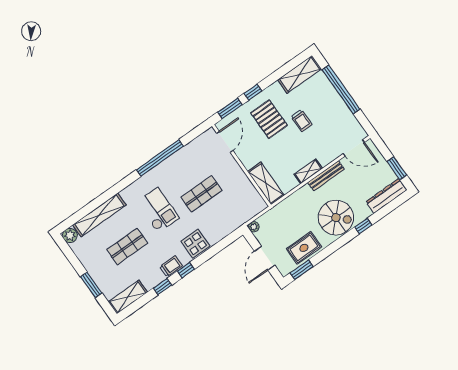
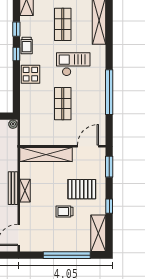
window: (253, 92) -> (109, 206), moved
door: (225, 142) -> (88, 146), swing flipped
bench: (326, 176) -> (13, 188), moved
shelving: (266, 183) -> (46, 155), width x1.47
checkout: (158, 210) -> (73, 64), turned 180

